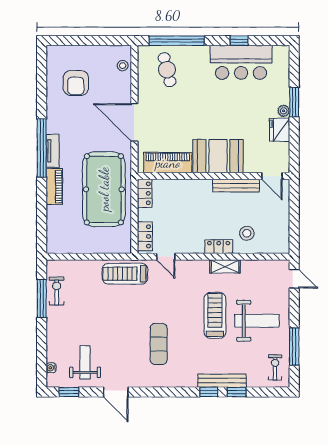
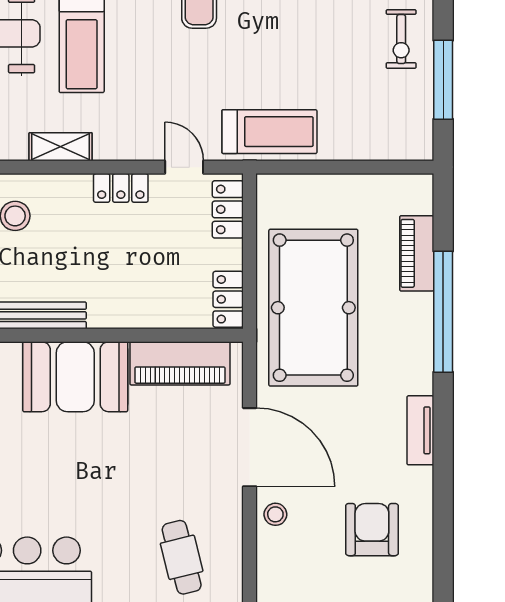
stool: (123, 66) -> (275, 514), moved
window: (42, 148) -> (443, 312), moved
tv unit: (53, 151) -> (420, 430), moved
piano: (54, 187) -> (417, 253), moved
locker: (219, 247) -> (121, 188), moved
exercise bike: (57, 291) -> (401, 39), moved

